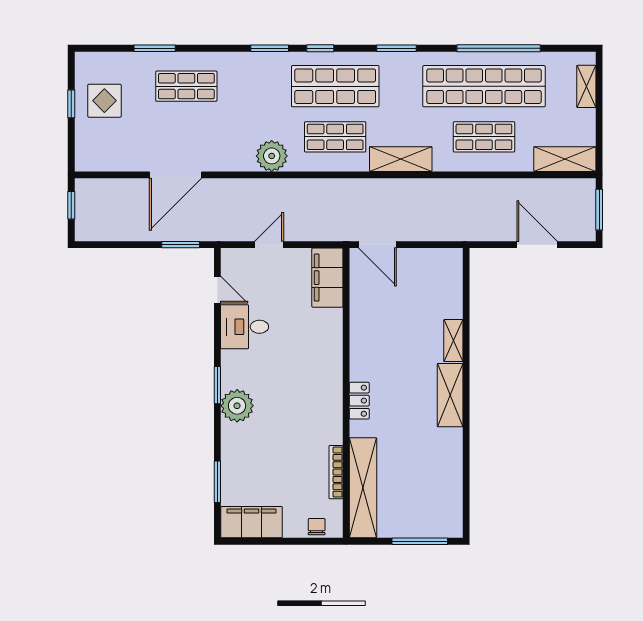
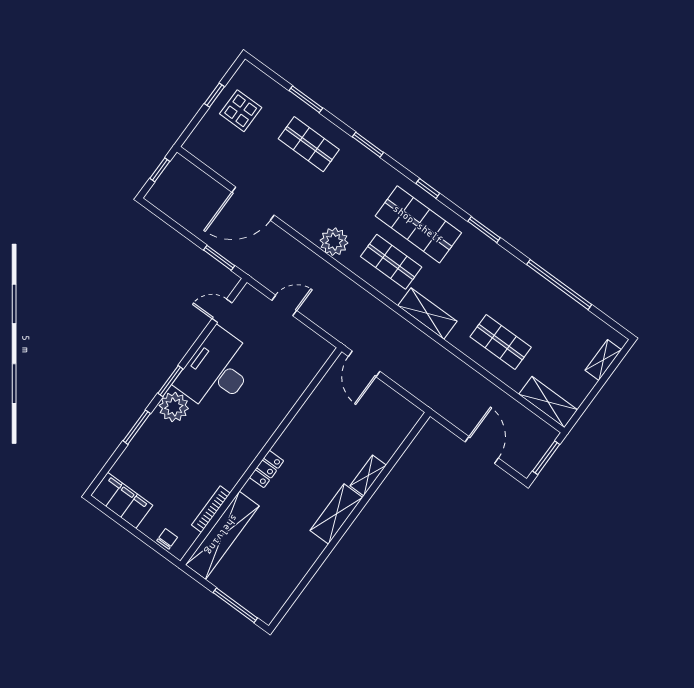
window: (270, 48) -> (368, 145), moved
shop shelf: (484, 86) -> (528, 305), removed
filing cabinet: (327, 278) -> (309, 361), removed
door: (217, 290) -> (222, 311), swing flipped
desk: (245, 327) -> (217, 371), width x1.87, depth x1.30
window: (217, 482) -> (137, 427), moved

